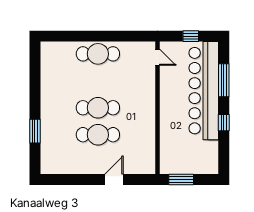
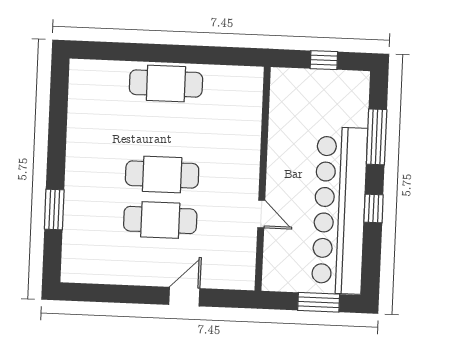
door: (158, 57) -> (261, 214), moved
bar counter: (204, 91) -> (340, 210), moved
window: (181, 179) -> (319, 302), moved

